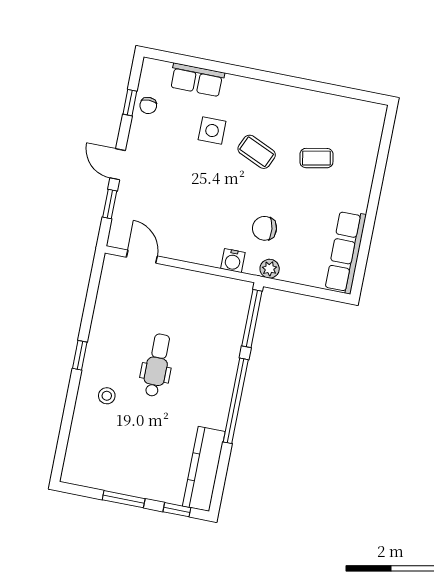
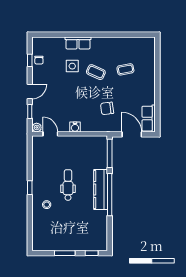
row of seats: (197, 80) -> (78, 43), moved
door: (118, 164) -> (30, 91), swing flipped
row of seats: (346, 252) -> (149, 119), width x0.68
water cooler: (233, 261) -> (75, 127), moved
plant: (270, 269) -> (37, 127), moved
door: (304, 290) -> (132, 134), added
kitchen counter: (204, 469) -> (101, 190), moved

